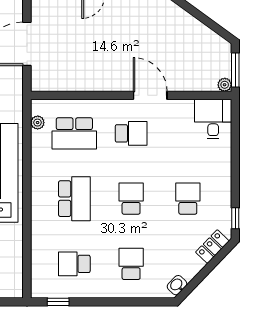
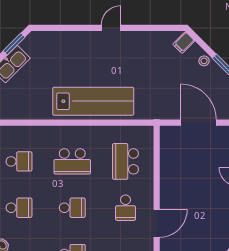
plant: (38, 123) -> (134, 131), removed
school desk: (74, 264) -> (19, 161), turned 90

